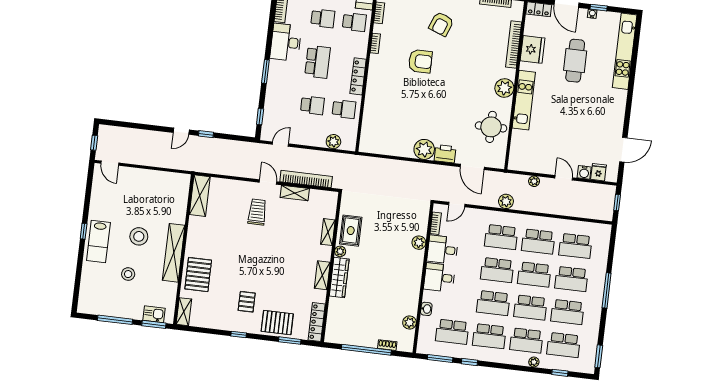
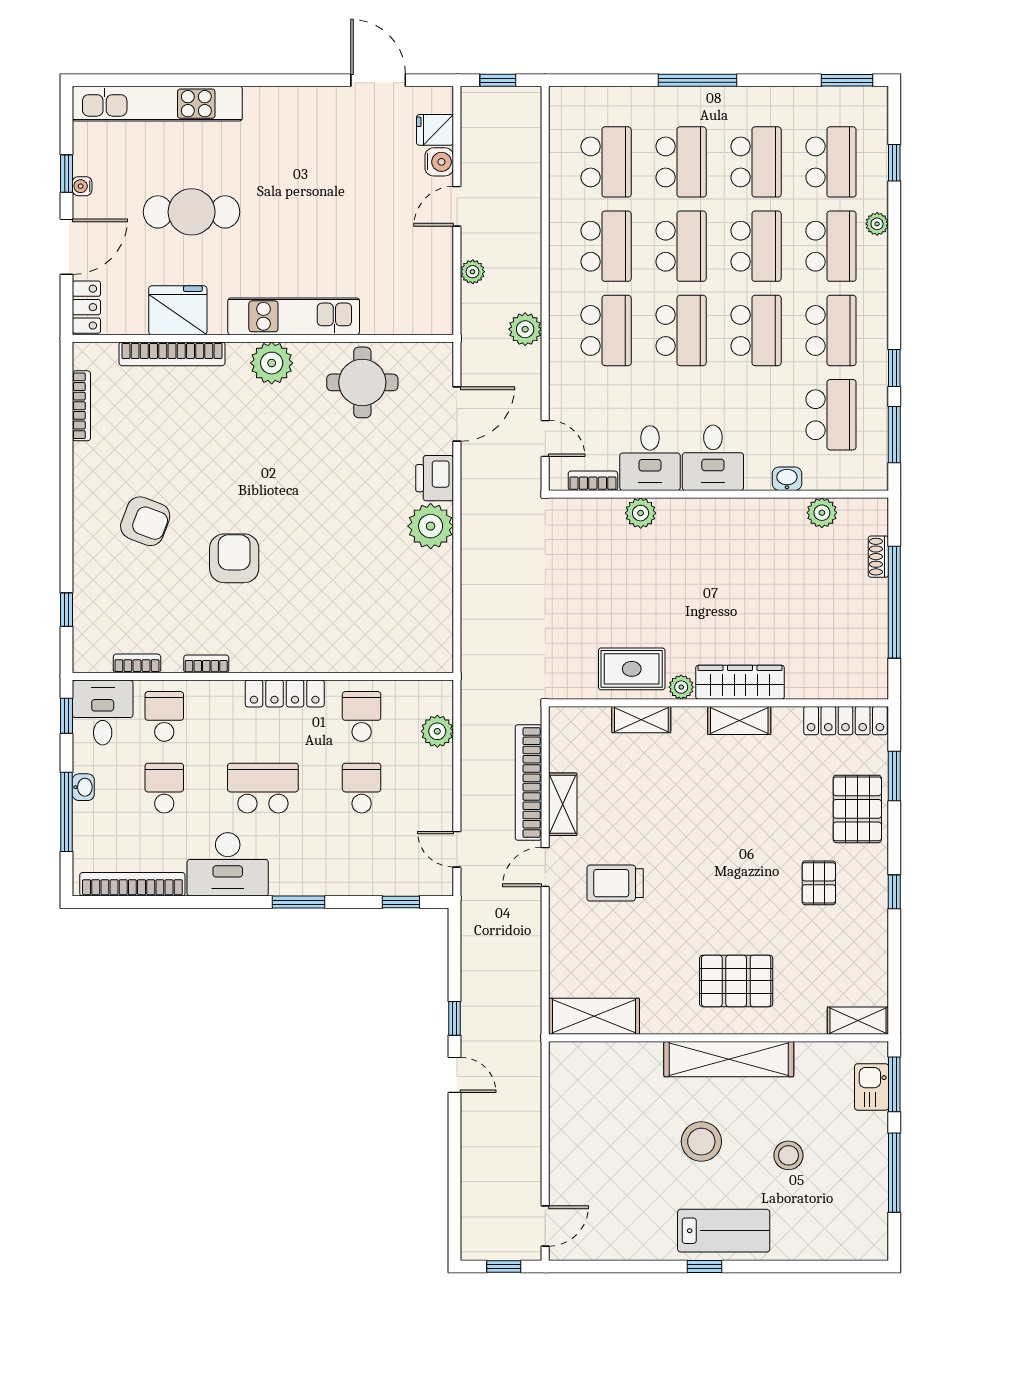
pallet: (198, 275) -> (736, 981), moved
pallet: (247, 302) -> (819, 883), turned 90

